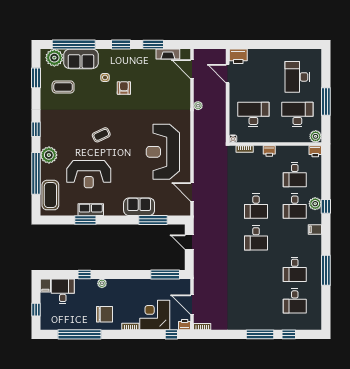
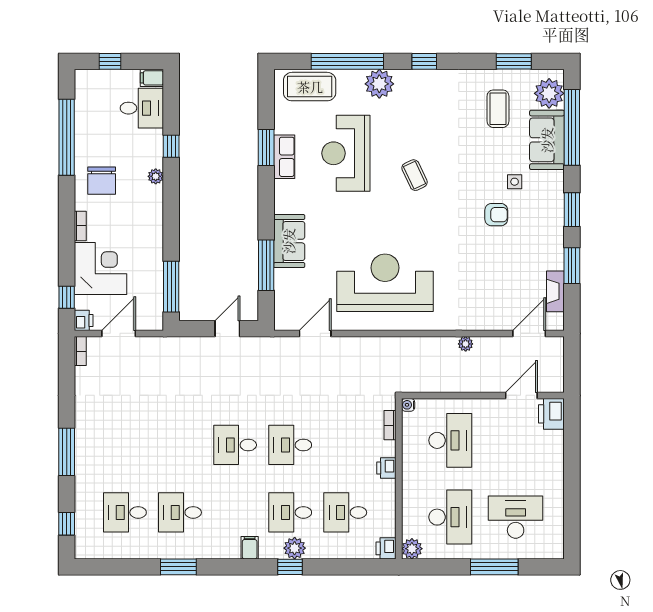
window: (326, 101) -> (494, 567), moved
window: (326, 270) -> (178, 567), width x0.69
window: (289, 334) -> (67, 524), moved

